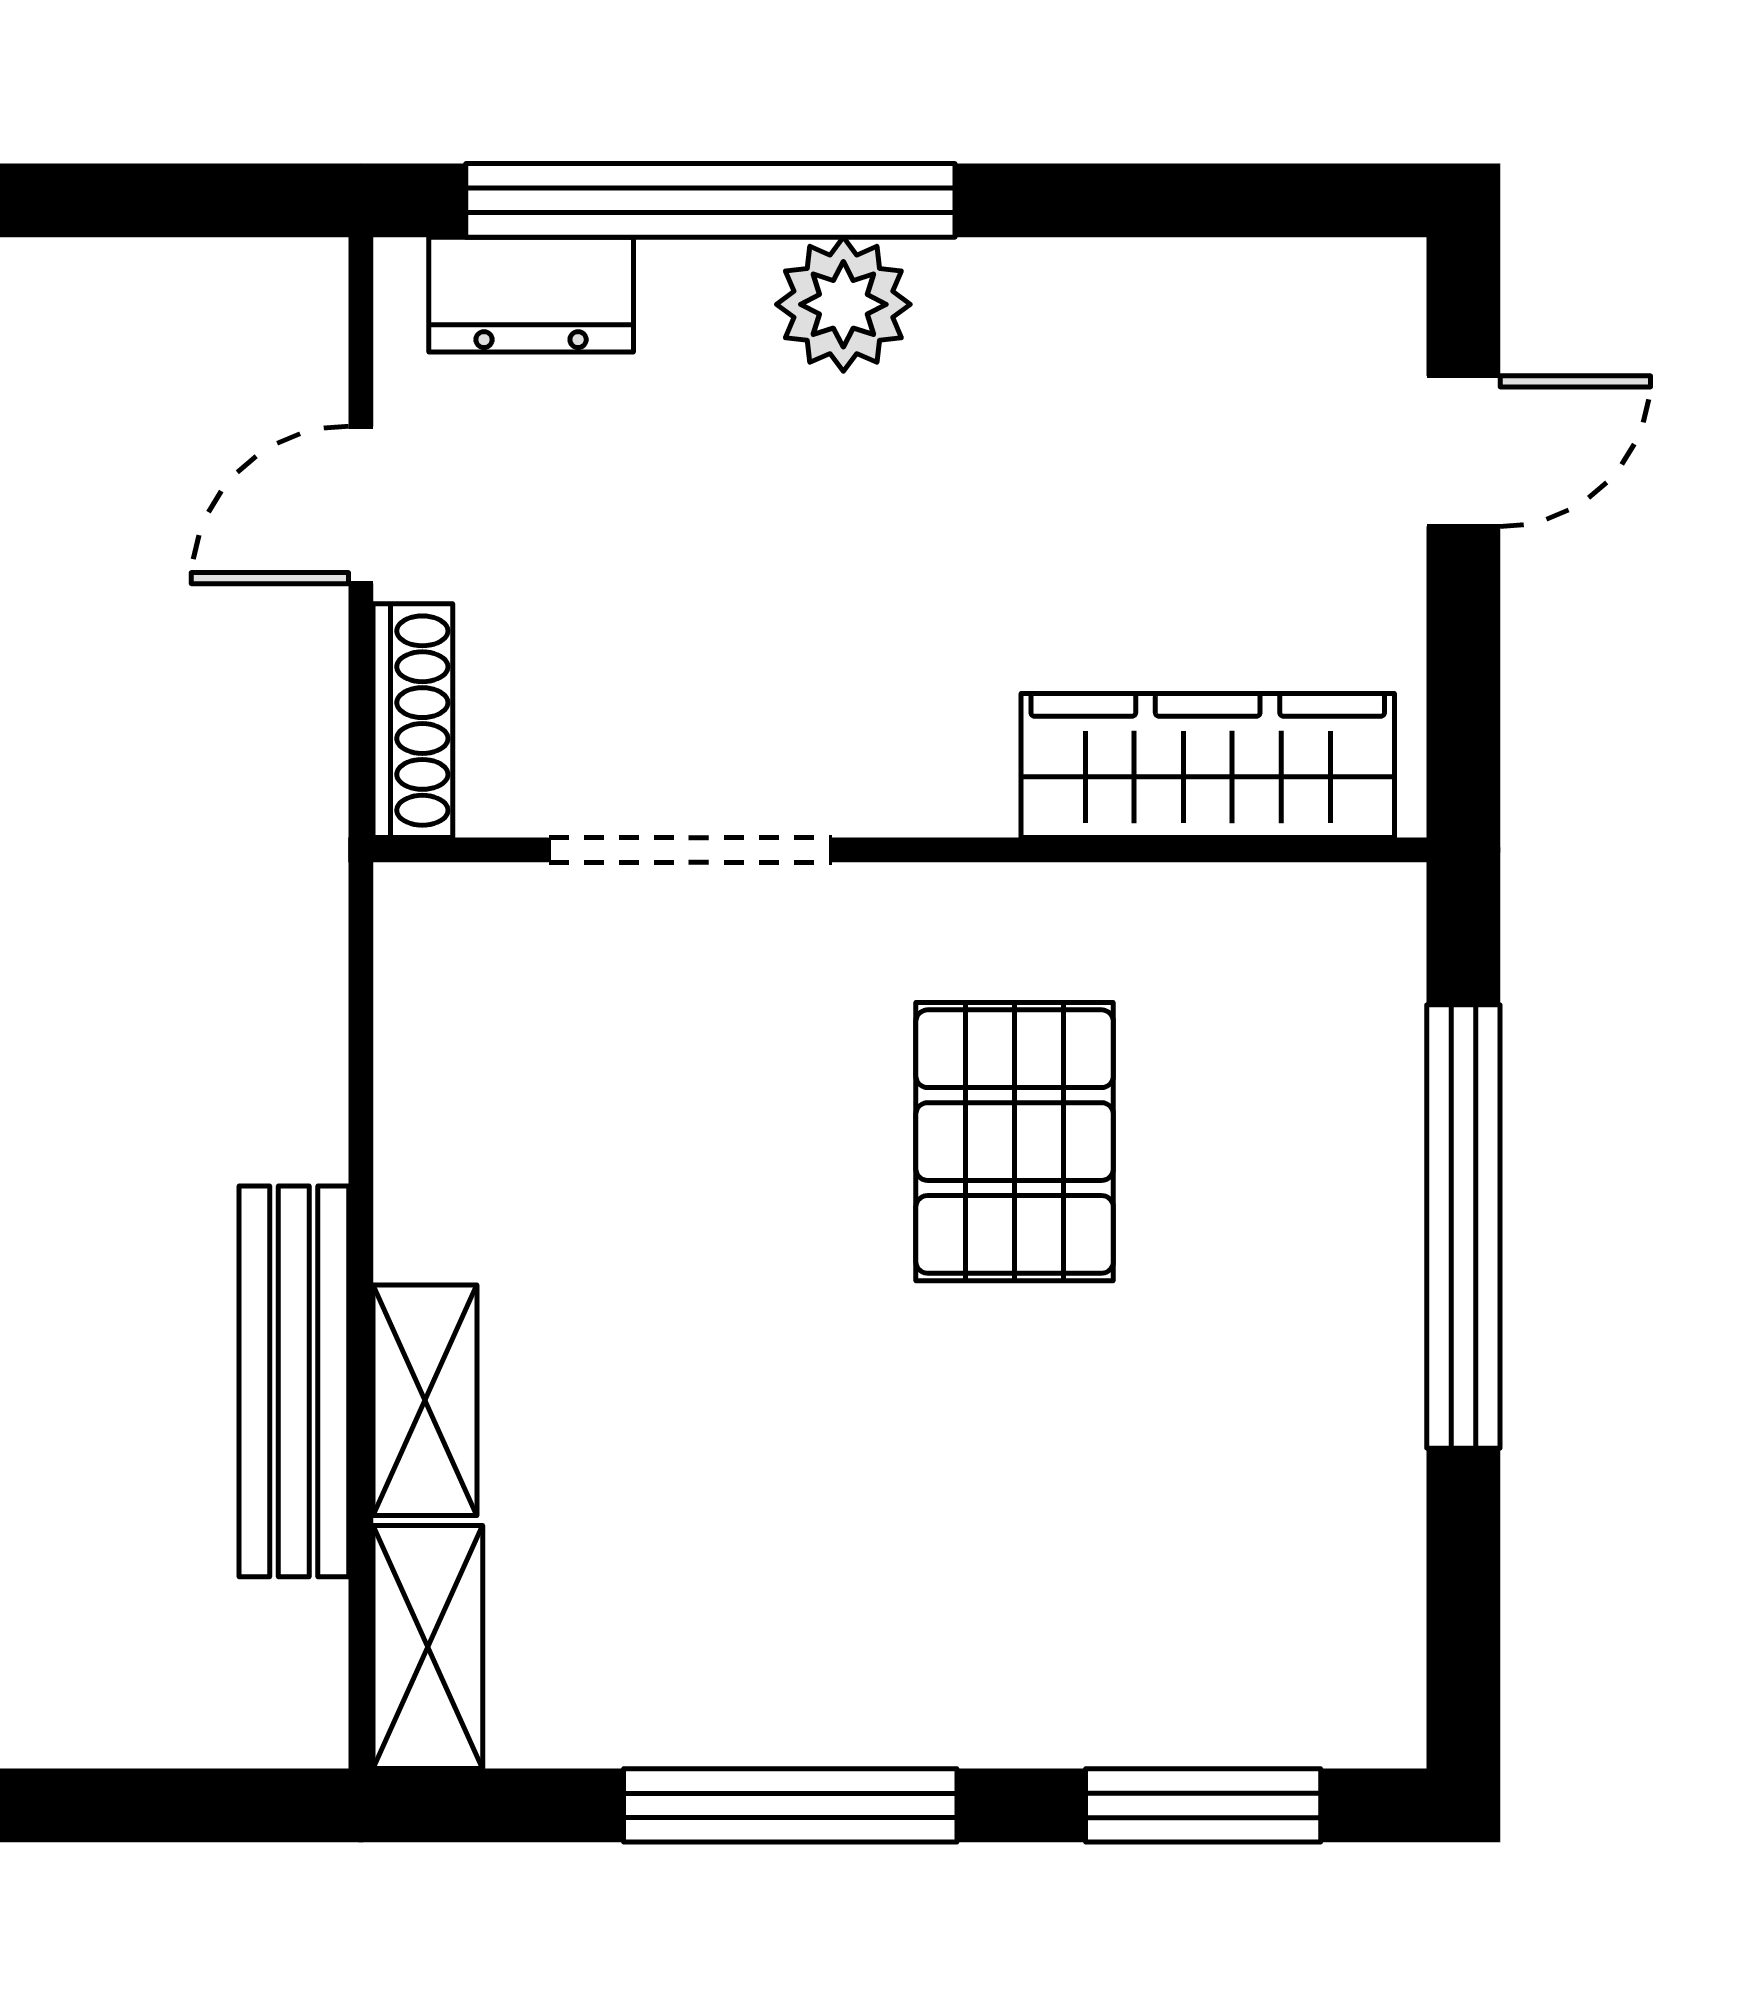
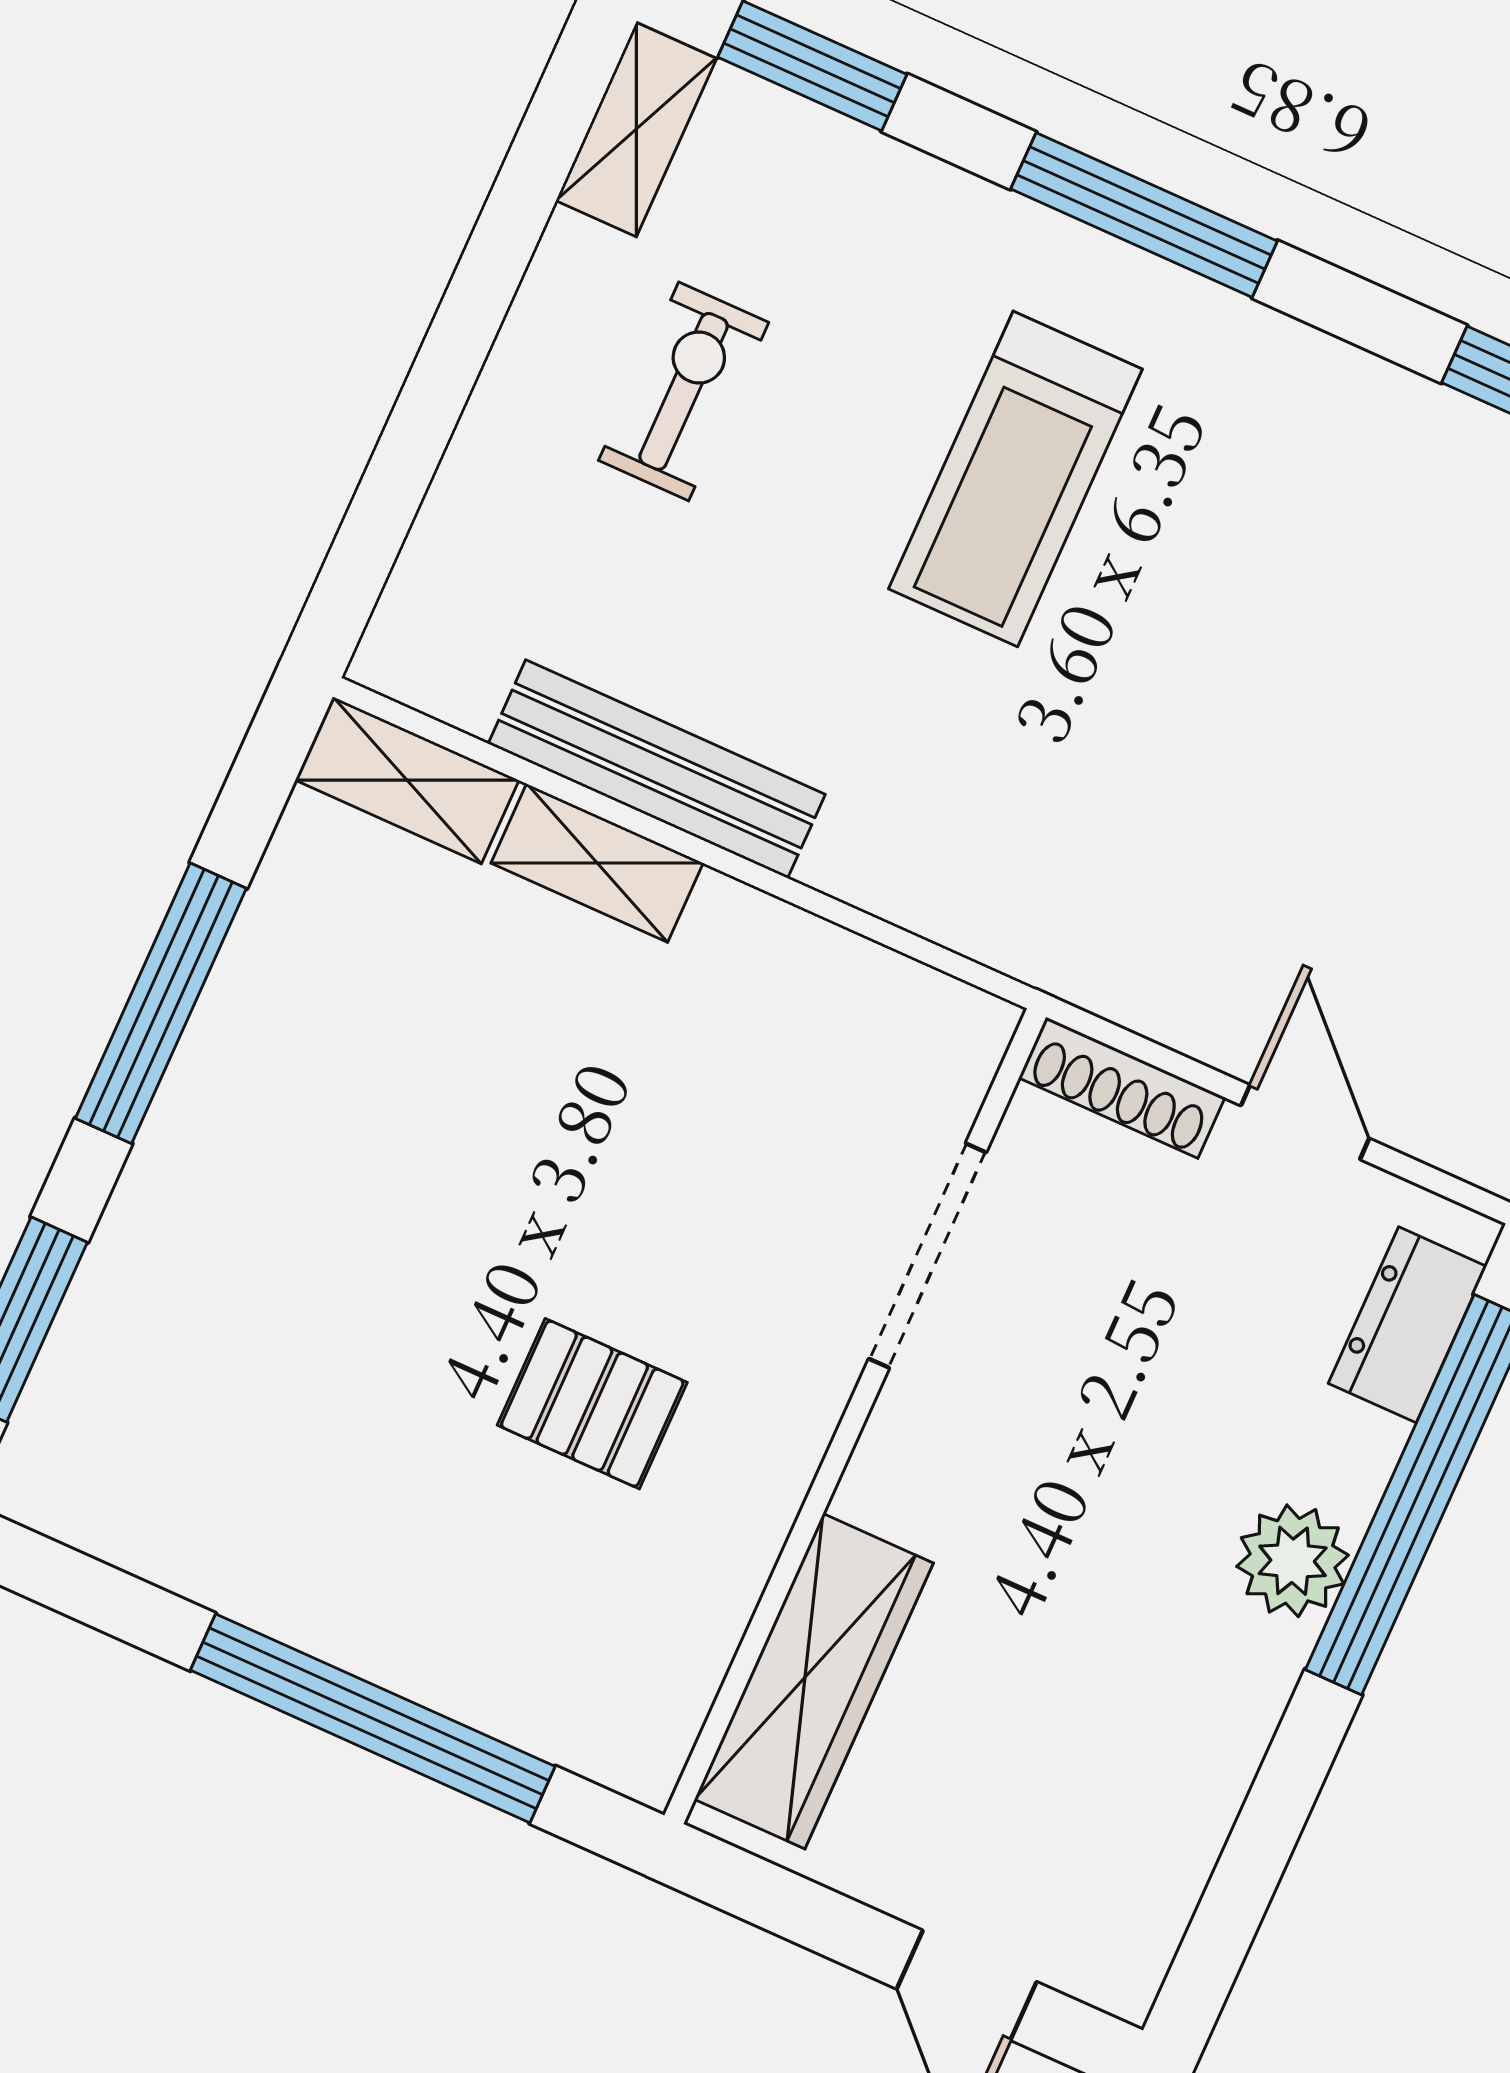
pallet: (1015, 1142) -> (592, 1404), width x0.67, depth x0.71

